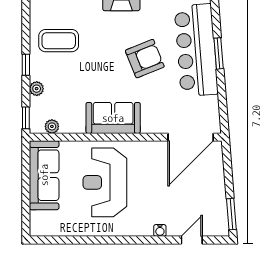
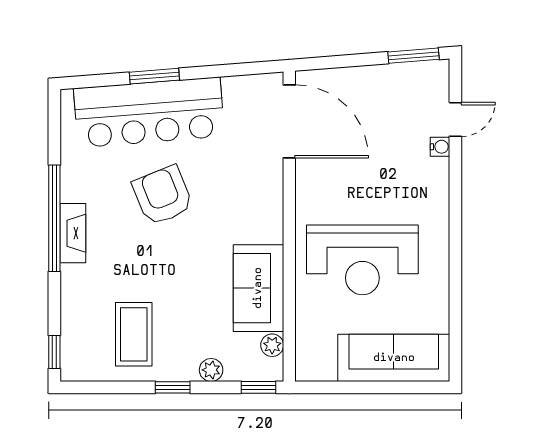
sofa: (113, 118) -> (258, 288), moved
sofa: (44, 175) -> (394, 358), moved
water cooler: (160, 230) -> (440, 147), moved
door: (192, 240) -> (455, 119), swing flipped

